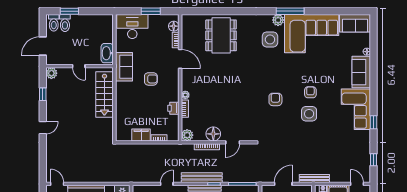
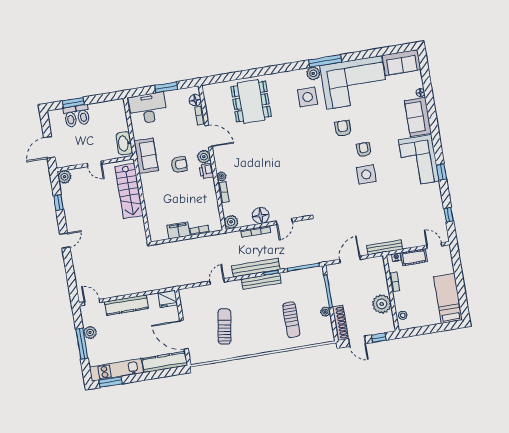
toilet: (54, 23) -> (83, 115), moved
plant: (173, 76) -> (204, 157), added
armchair: (275, 99) -> (343, 128), moved
printer: (173, 108) -> (206, 171), moved

